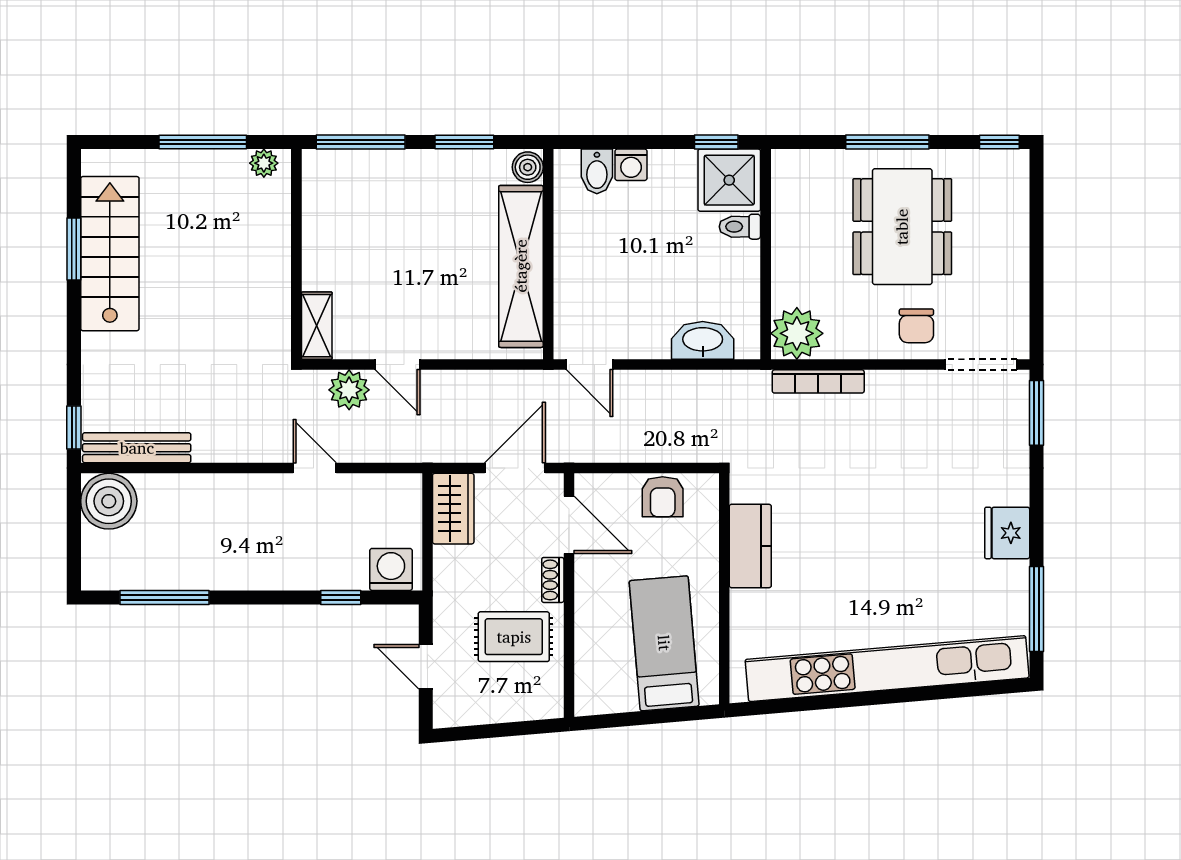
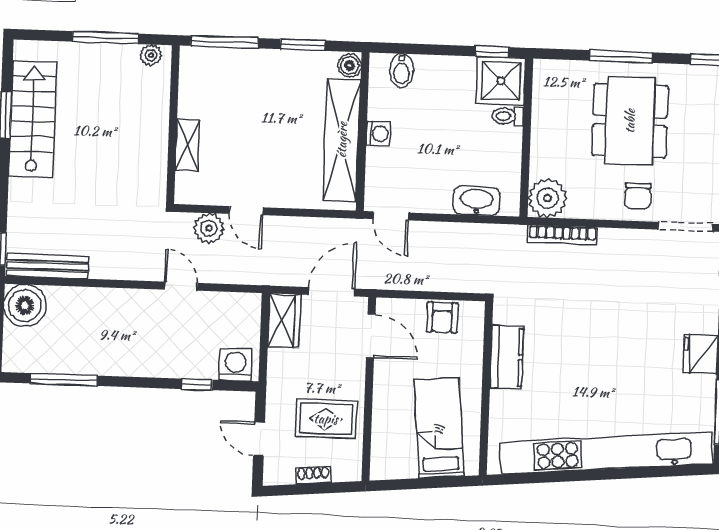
washing machine: (631, 165) -> (378, 134), moved, turned -90
shelving: (317, 326) -> (188, 145), moved
shoe rack: (553, 580) -> (313, 475), moved, turned 85

